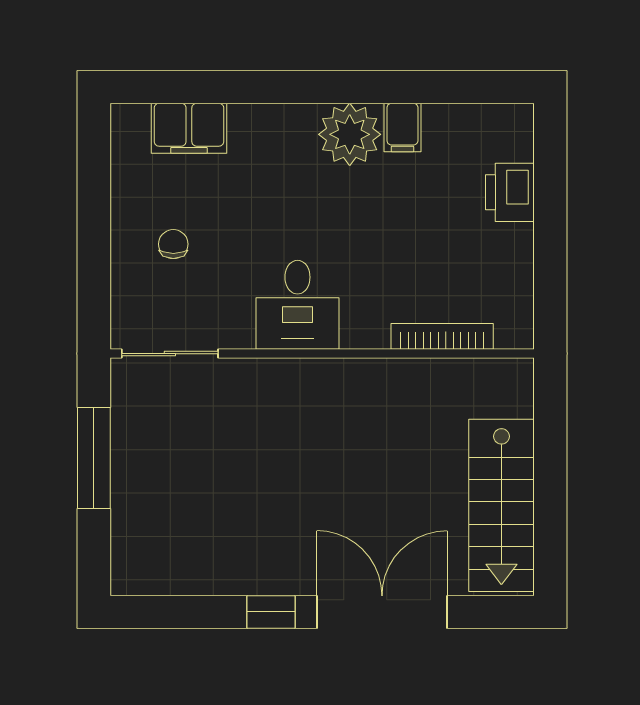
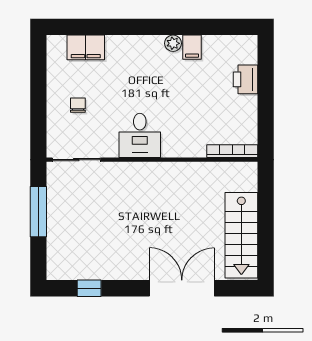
plant: (350, 134) -> (173, 43), width x0.53, depth x0.53
bookcase: (442, 336) -> (232, 151), moved
window: (271, 612) -> (89, 288), moved

